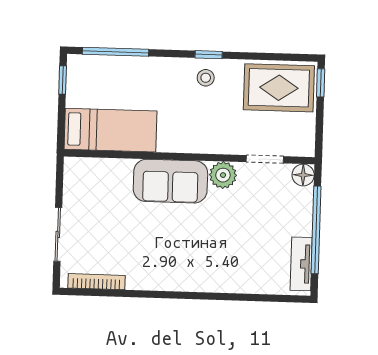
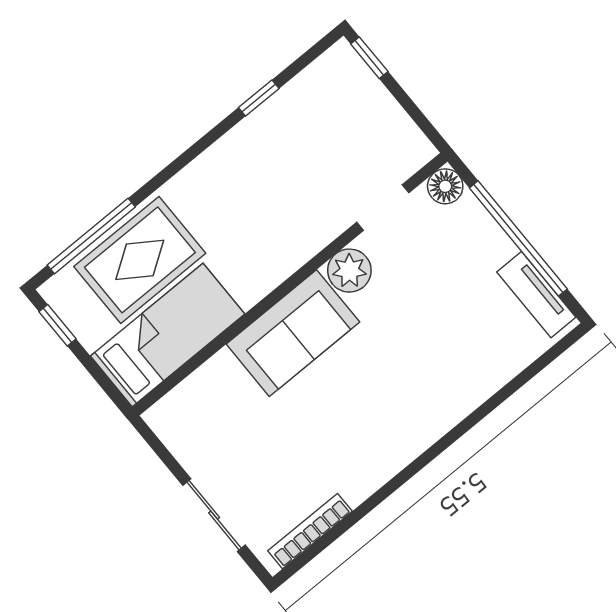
window: (209, 55) -> (259, 98), moved
stool: (206, 78) -> (226, 172), removed
rug: (279, 88) -> (140, 260), moved

